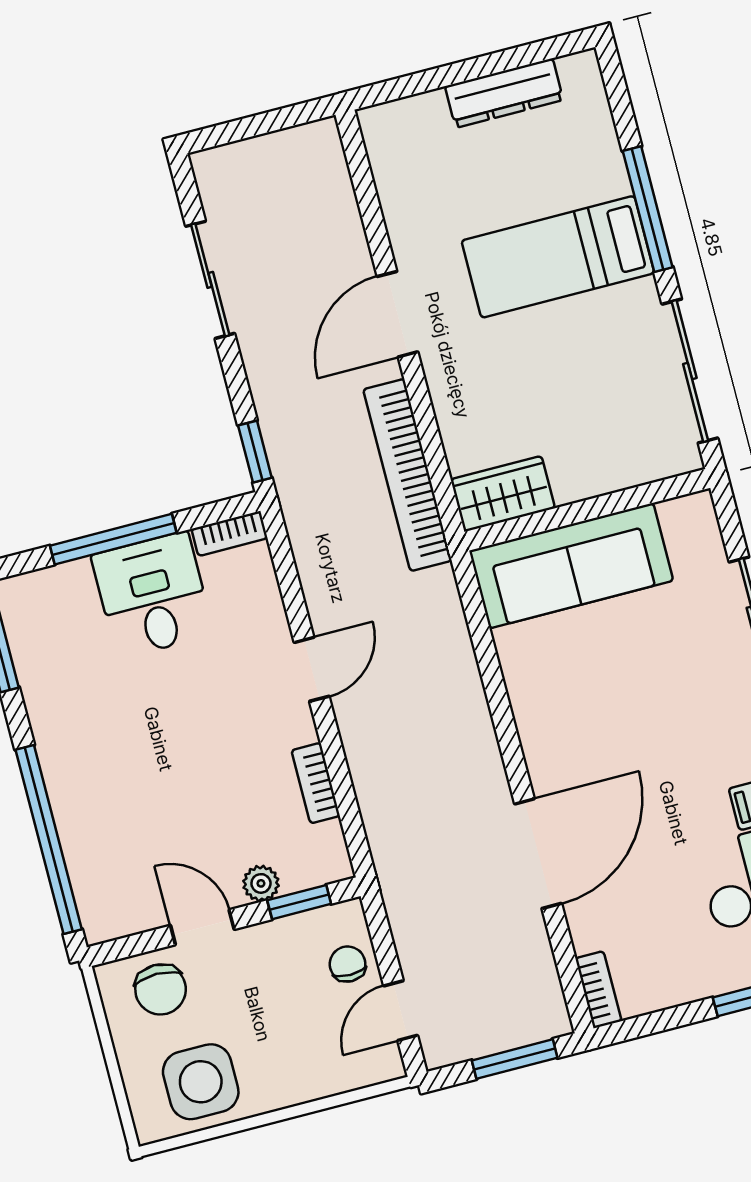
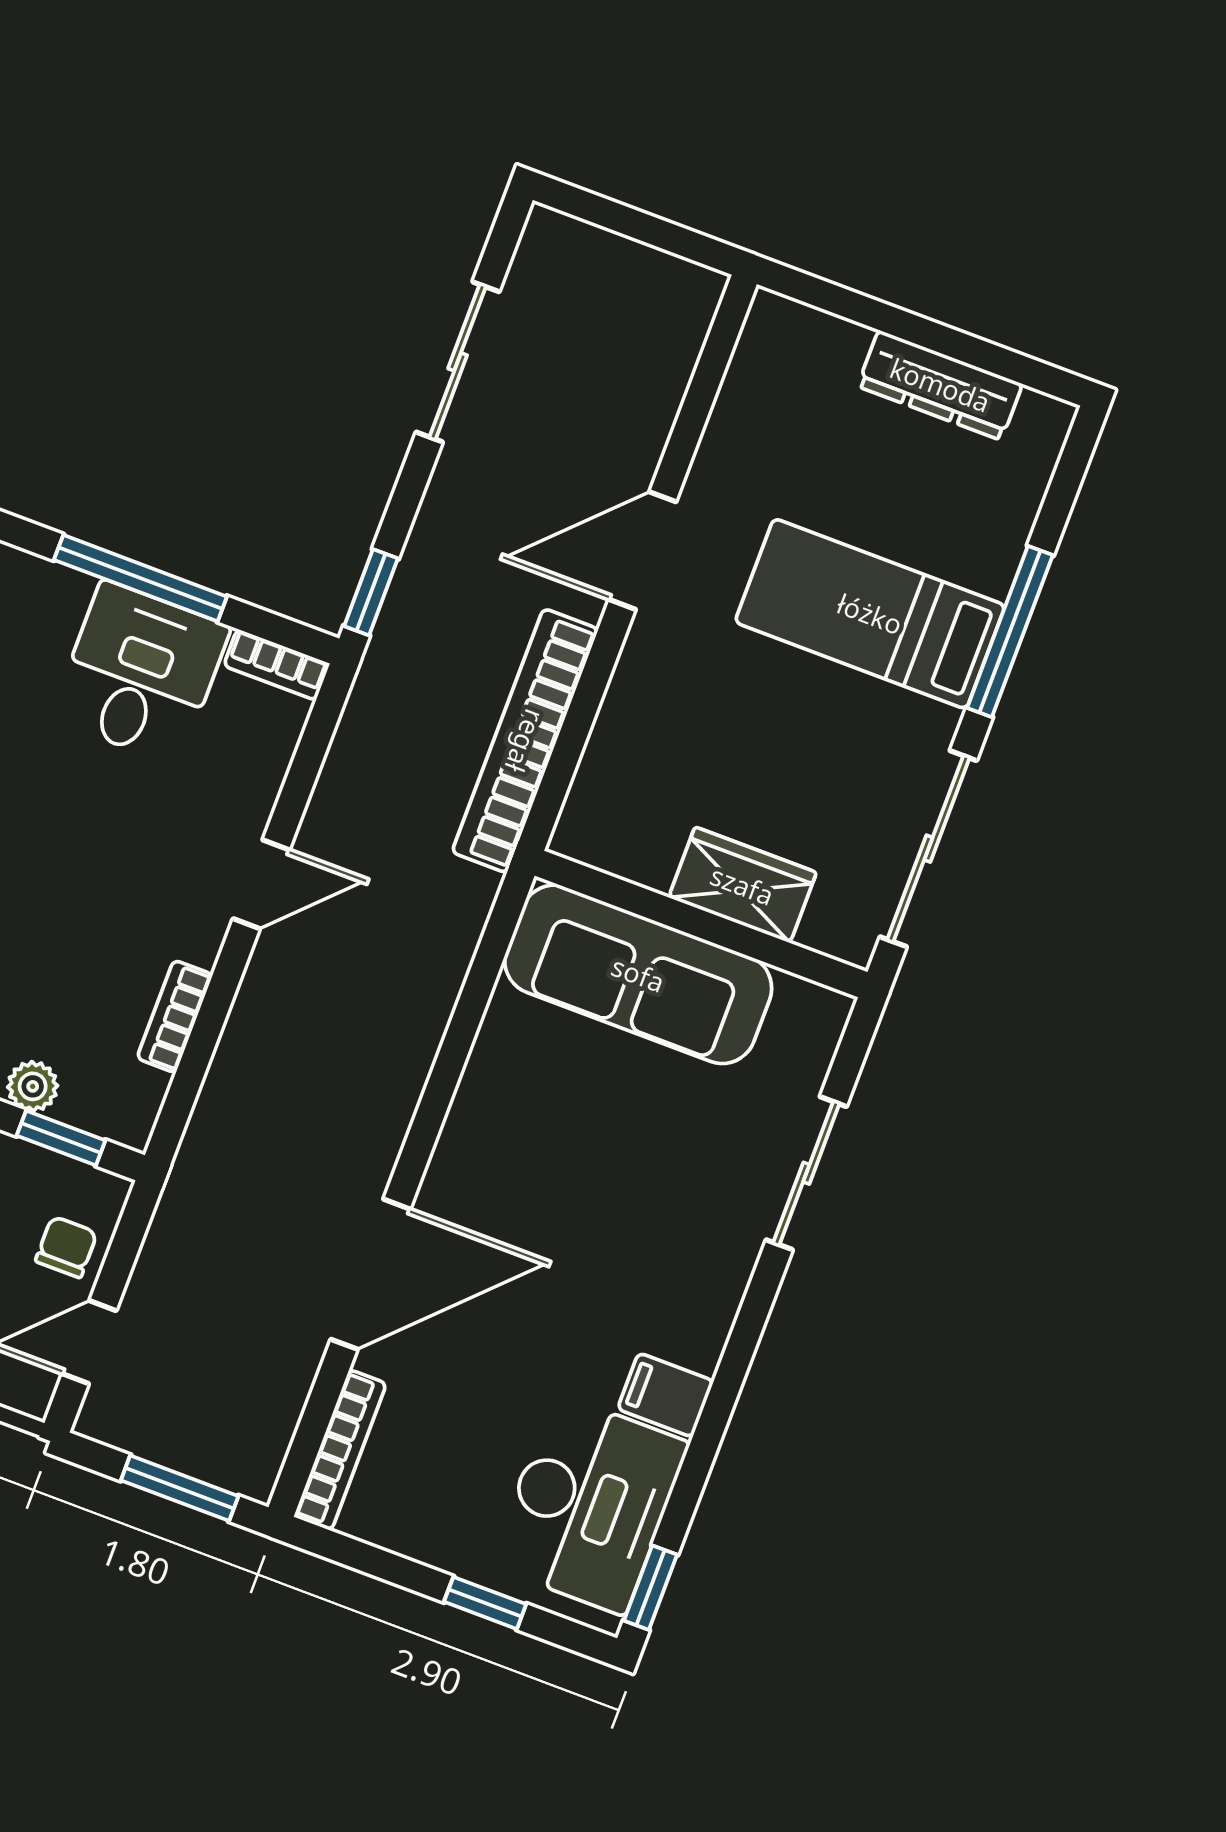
wardrobe: (503, 494) -> (742, 885), moved
bookcase: (598, 990) -> (340, 1450), width x1.56

